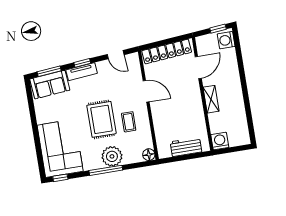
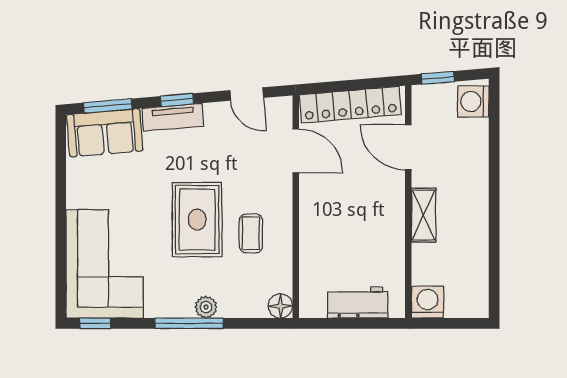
window: (218, 29) -> (438, 78), moved
door: (198, 67) -> (408, 147), swing flipped
door: (146, 91) -> (296, 151), moved
plant: (112, 156) -> (206, 307), width x0.53, depth x0.53

